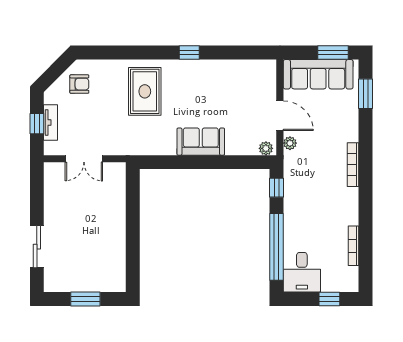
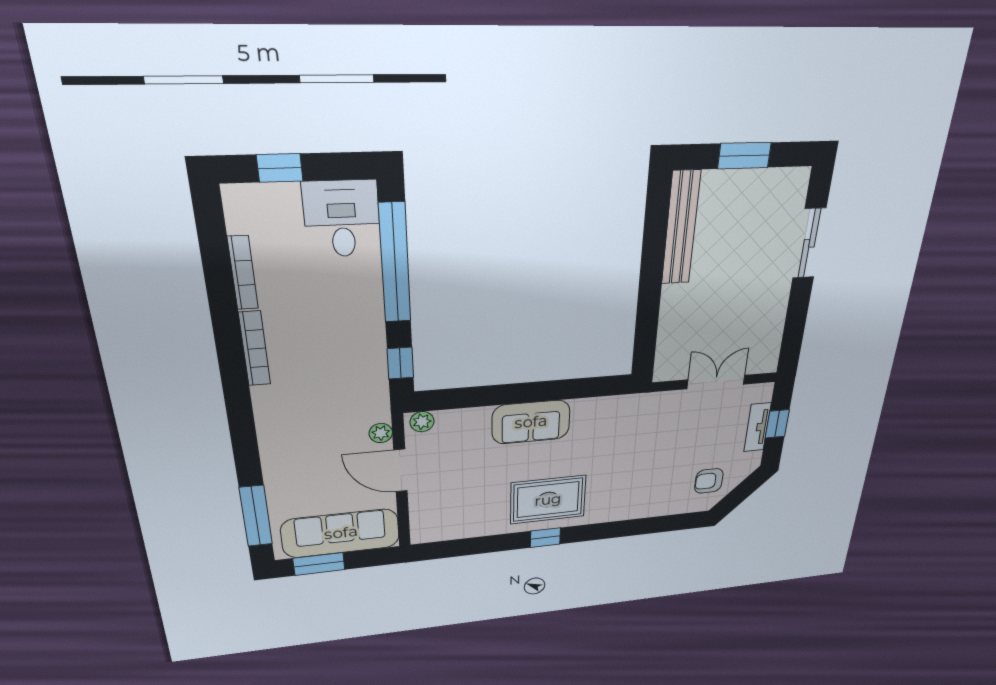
rug: (145, 91) -> (548, 500), moved, turned 90
window: (365, 94) -> (256, 516), width x1.44
bookcase: (353, 165) -> (255, 349), moved
bench: (118, 259) -> (681, 228), added

